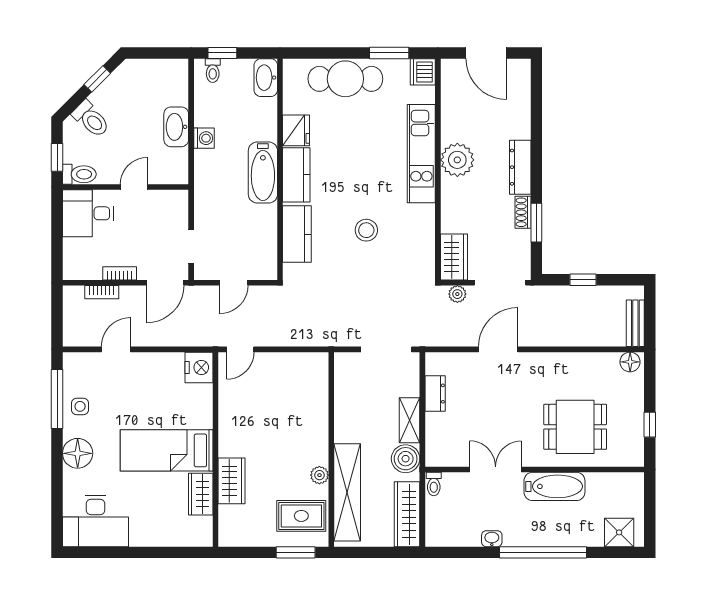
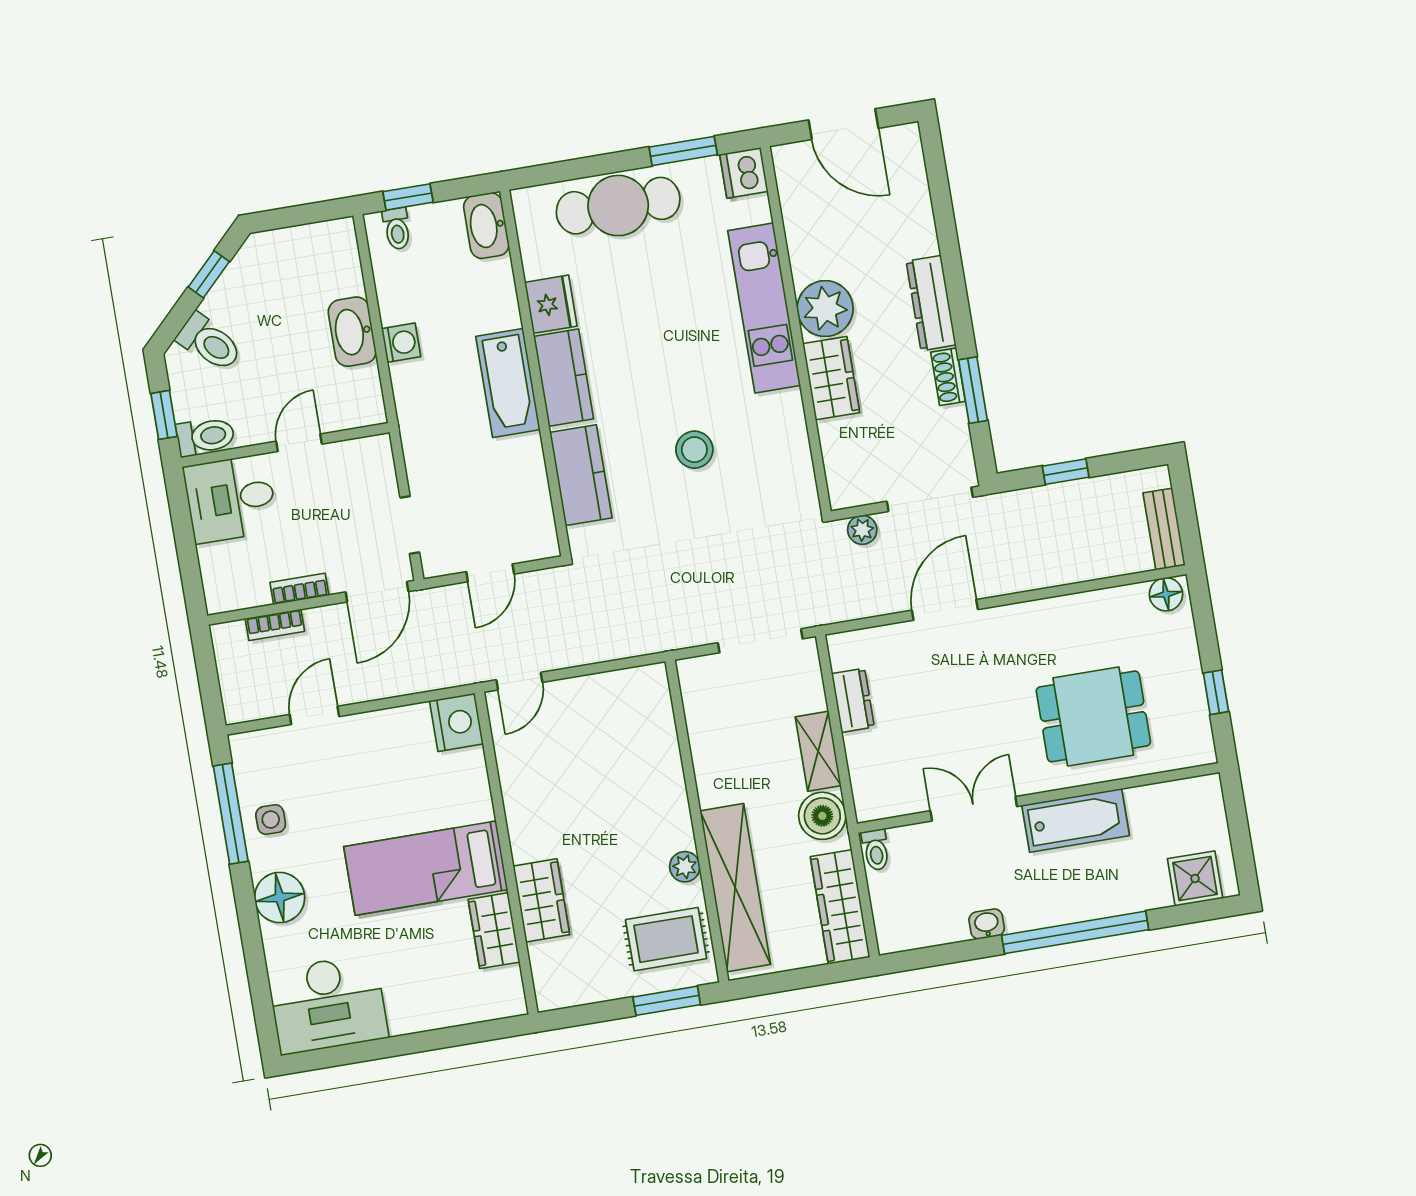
wardrobe: (454, 257) -> (831, 378), moved

